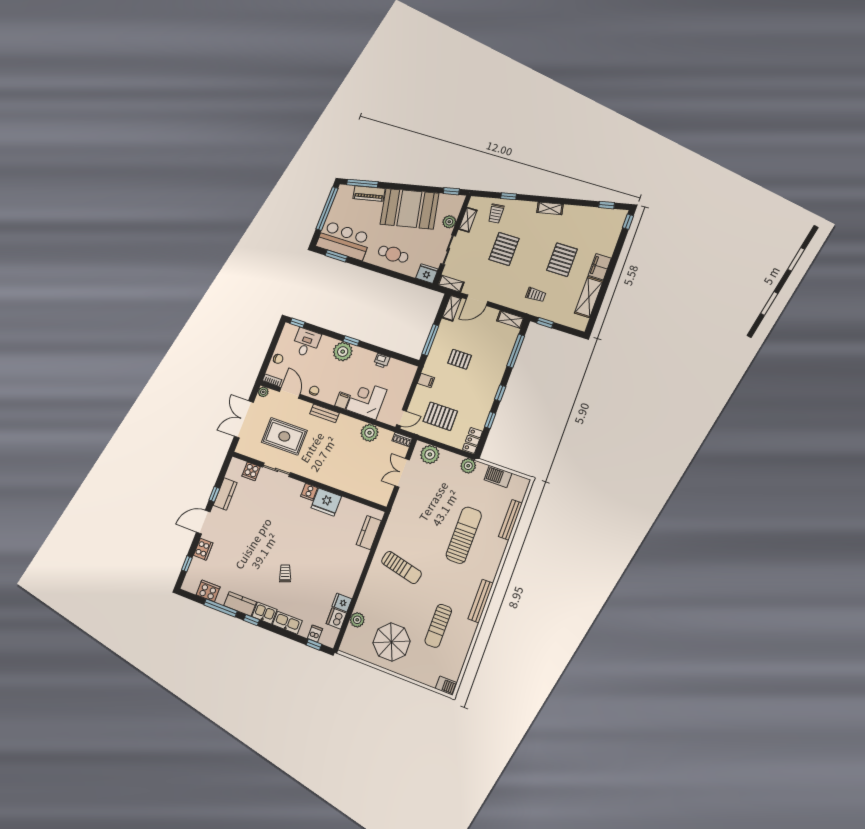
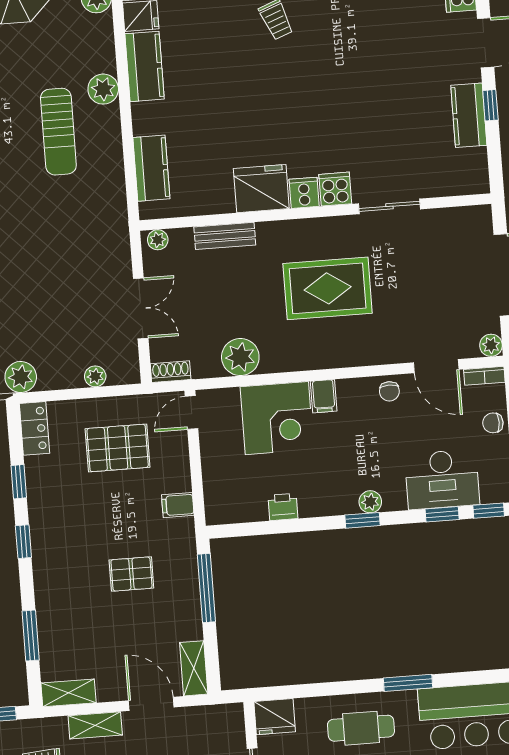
window: (336, 256) -> (408, 683), moved
shelving: (451, 284) -> (95, 725), moved
door: (477, 300) -> (151, 704), hinge flipped
window: (317, 329) -> (442, 514), added
desk: (306, 343) -> (442, 479), width x1.37
window: (516, 351) -> (31, 635), width x0.69
plant: (343, 352) -> (370, 502), width x0.53, depth x0.53
bench: (324, 413) -> (225, 236), moved
rug: (284, 436) -> (328, 288), moved
plant: (430, 454) -> (95, 376), width x0.53, depth x0.53
cooker: (251, 471) -> (335, 189), moved
plant: (381, 500) -> (158, 240), added
sun lounger: (401, 567) -> (58, 132), turned -103
plant: (373, 577) -> (103, 89), added
kitchen counter: (351, 579) -> (145, 66), added

